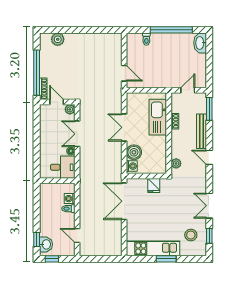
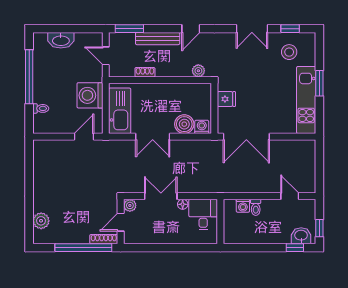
washbasin: (200, 43) -> (61, 40), moved
washing machine: (157, 78) -> (90, 95), added
kitchen sink: (158, 117) -> (120, 111), moved, turned -90
double door: (77, 134) -> (161, 196), swing flipped
door: (77, 235) -> (290, 196), swing flipped

